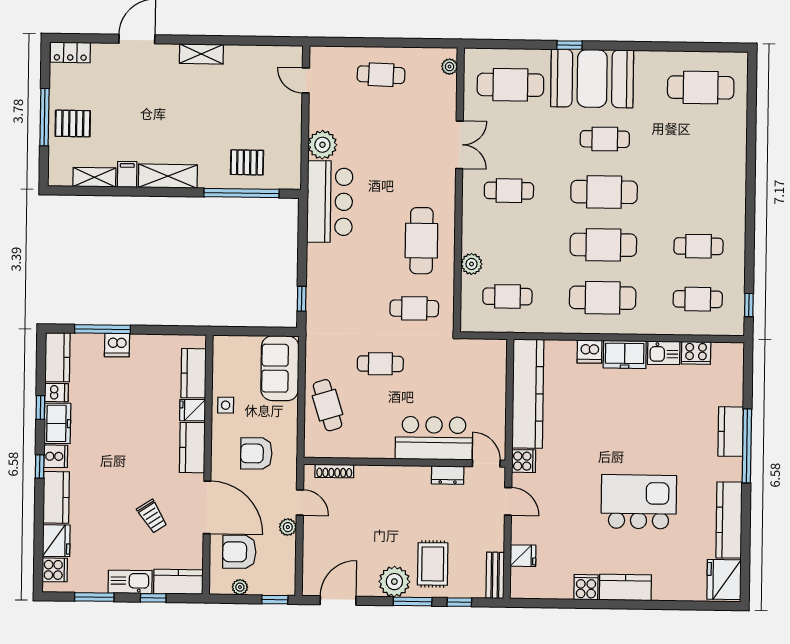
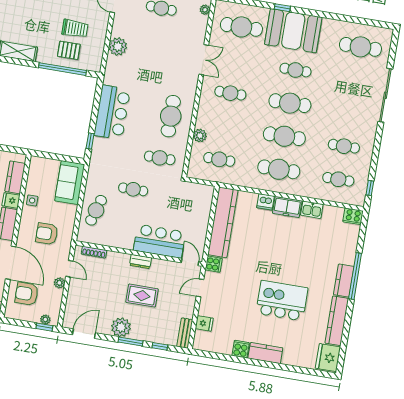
trolley: (251, 127) -> (75, 28), added
sliding door: (751, 157) -> (385, 95), added
bar counter: (330, 202) -> (112, 112), moved
cooker: (696, 353) -> (353, 216), moved
cafe table: (328, 405) -> (96, 210), turned 34
kitchen counter: (731, 432) -> (344, 281), moved
dresser: (448, 475) -> (140, 262), moved
door: (508, 501) -> (200, 288), swing flipped
rug: (433, 564) -> (142, 296), moved, turned 90
plant: (240, 587) -> (45, 320), moved

